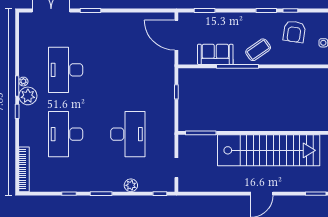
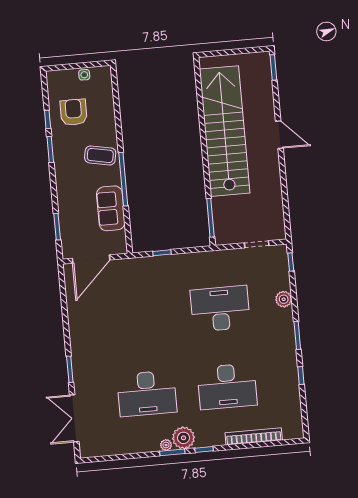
armchair: (294, 32) -> (74, 112), turned -98
coffee table: (258, 50) -> (100, 155), turned -44
bookcase: (24, 169) -> (254, 436), moved

